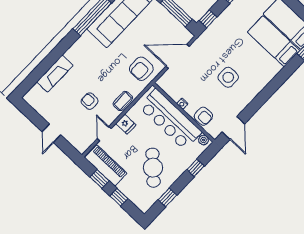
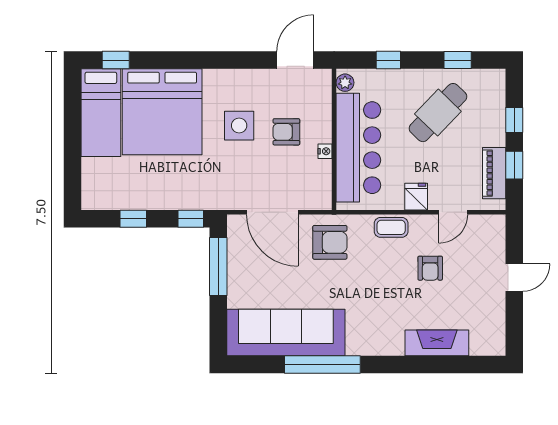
bed: (274, 41) -> (162, 112), width x2.04
armchair: (203, 116) -> (286, 132), moved, turned -90
piano: (106, 165) -> (494, 173), width x0.73, depth x0.75

